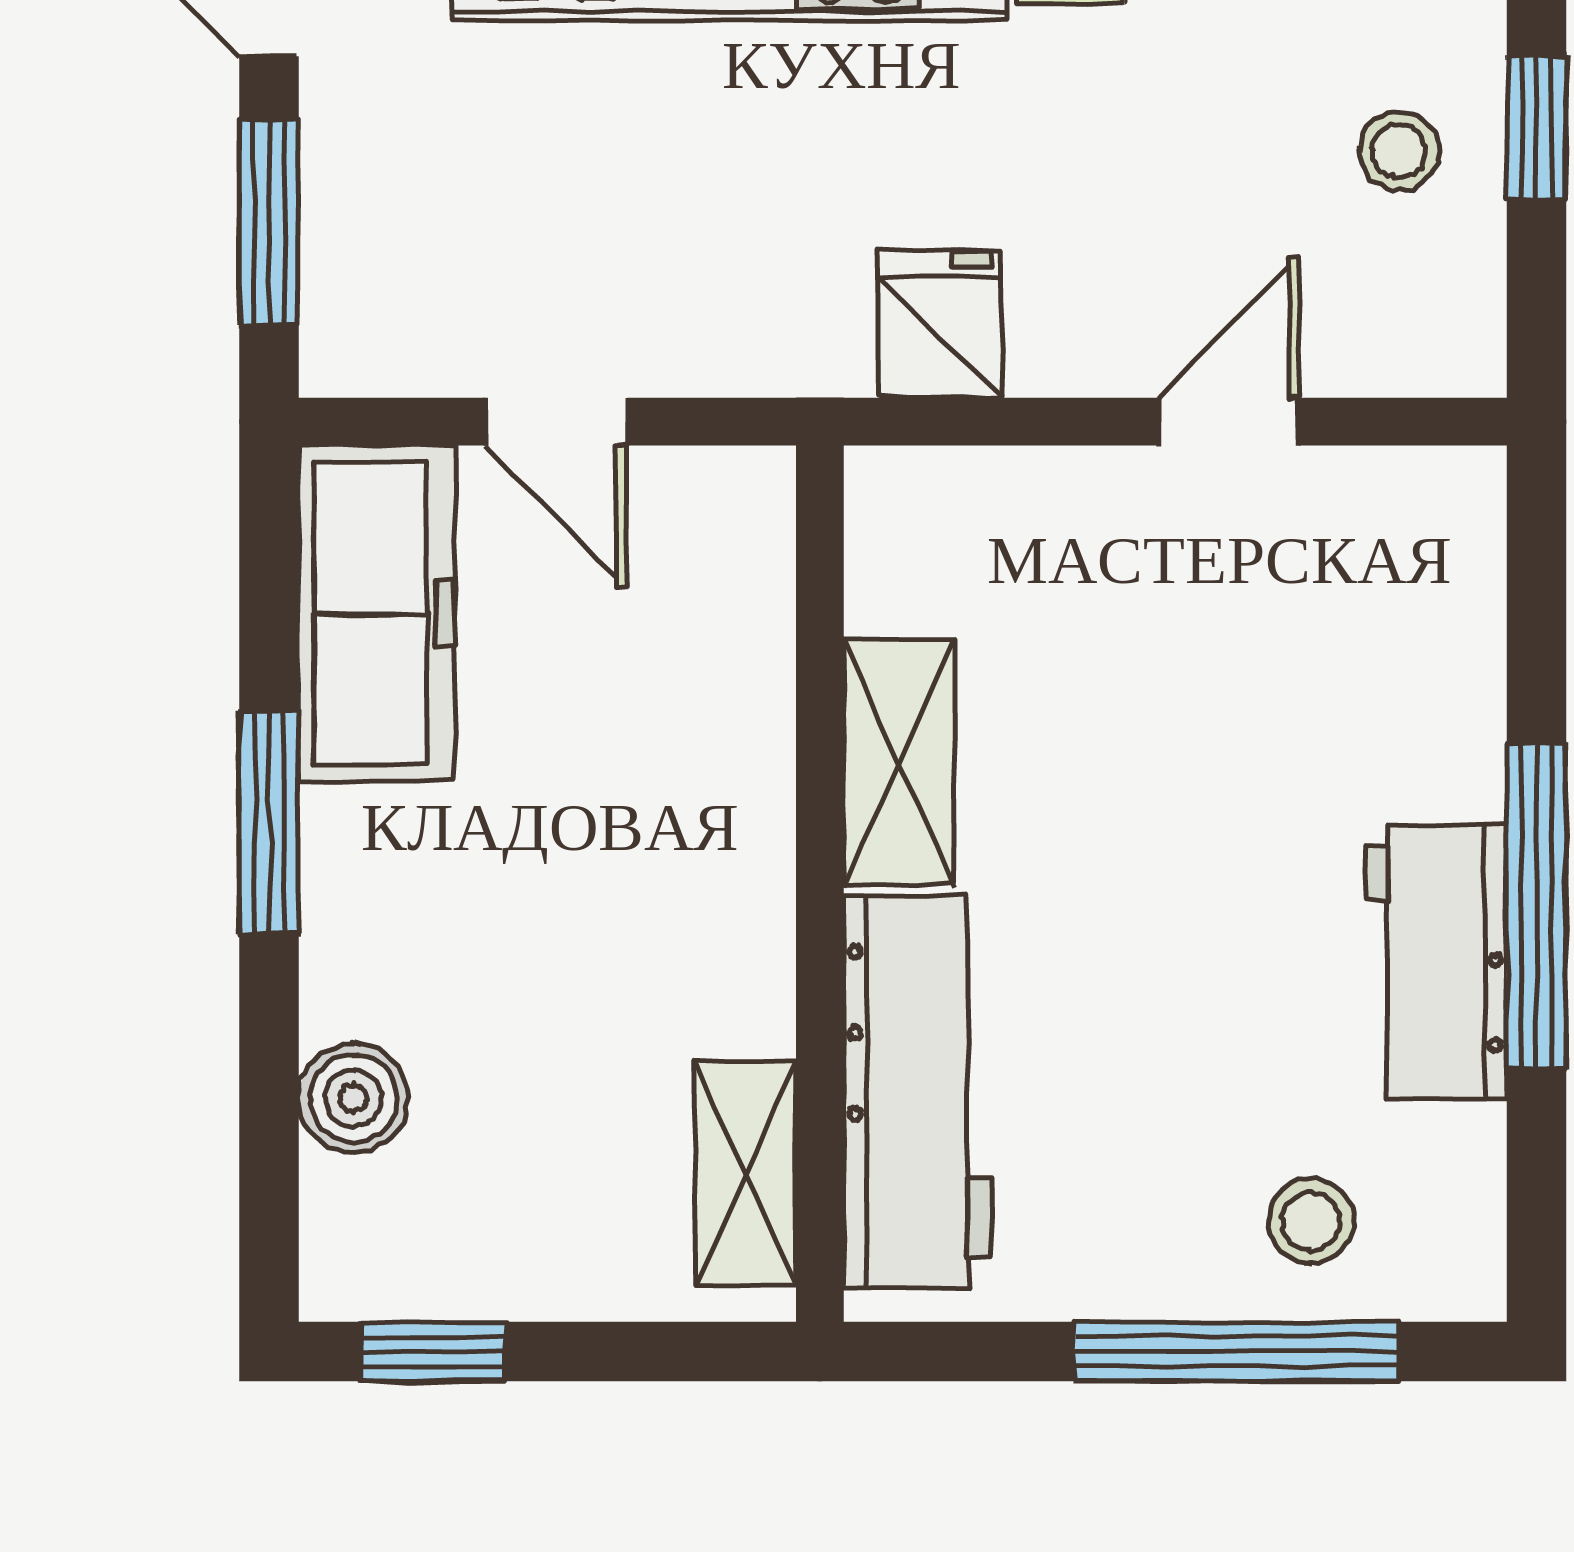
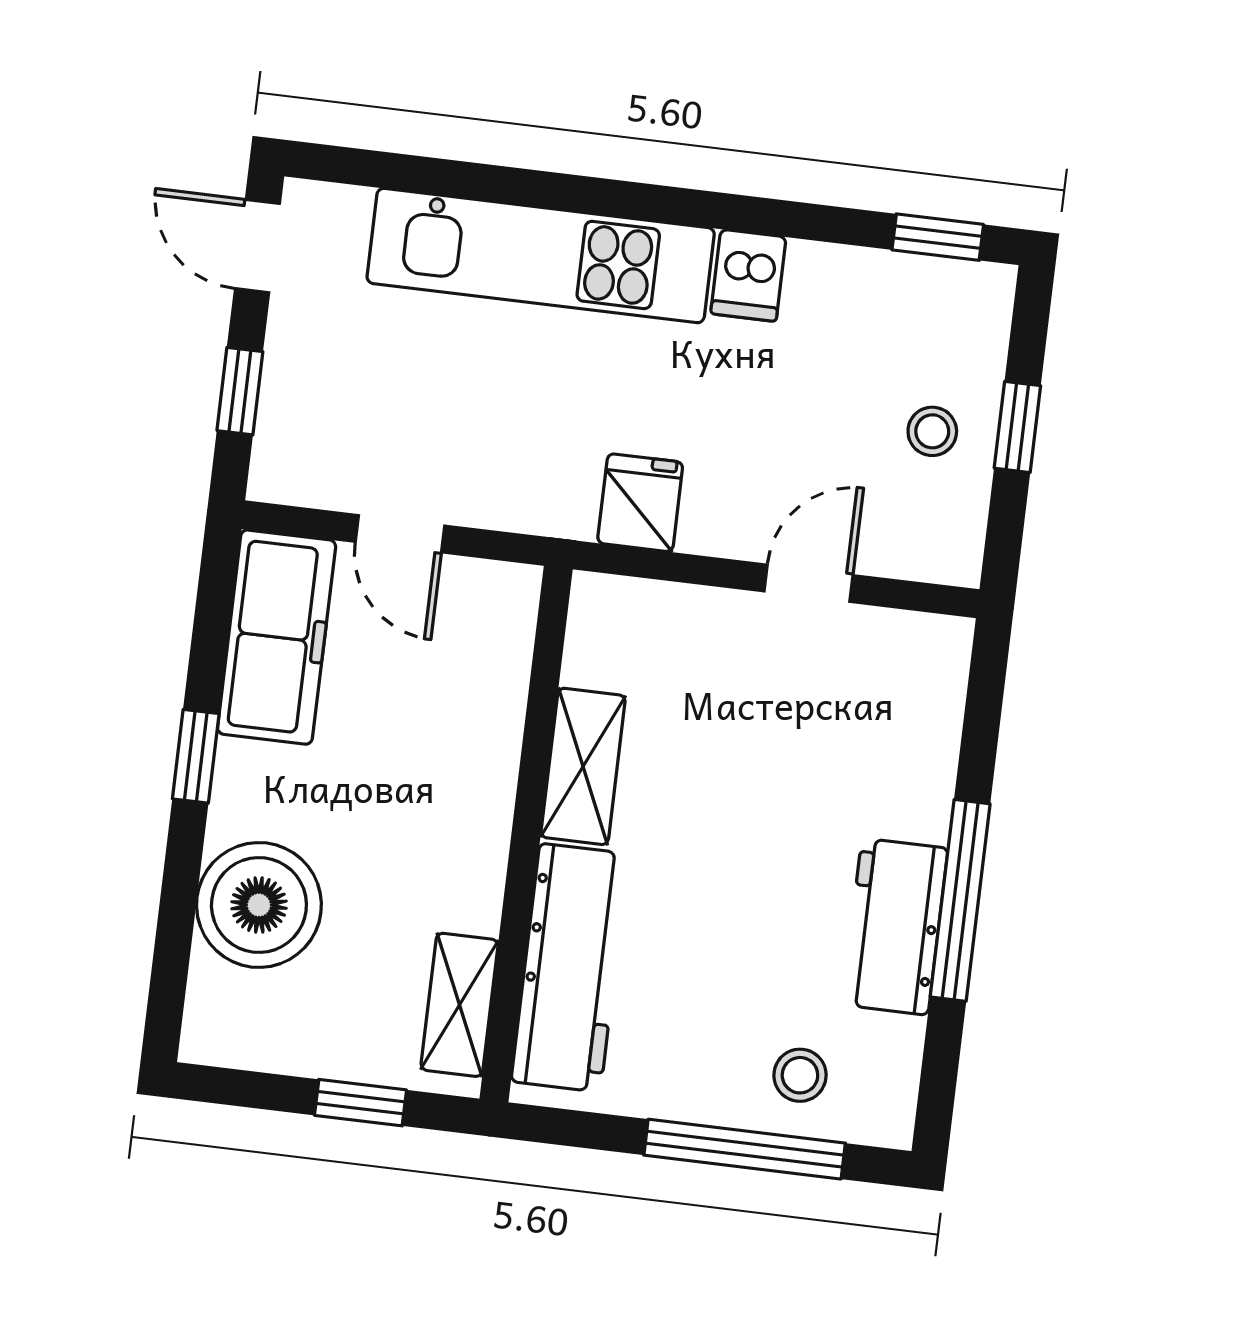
window: (269, 222) -> (240, 391), width x0.67
window: (269, 822) -> (196, 756), width x0.67
boiler: (353, 1098) -> (259, 905), width x1.86, depth x1.86
window: (433, 1352) -> (360, 1103), moved

